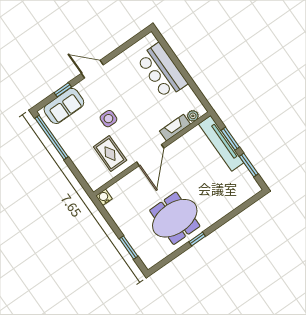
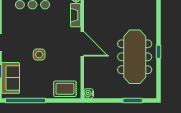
rug: (110, 154) -> (65, 89), moved
meeting table: (175, 218) -> (135, 57), width x1.36

